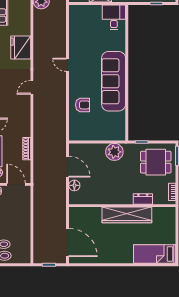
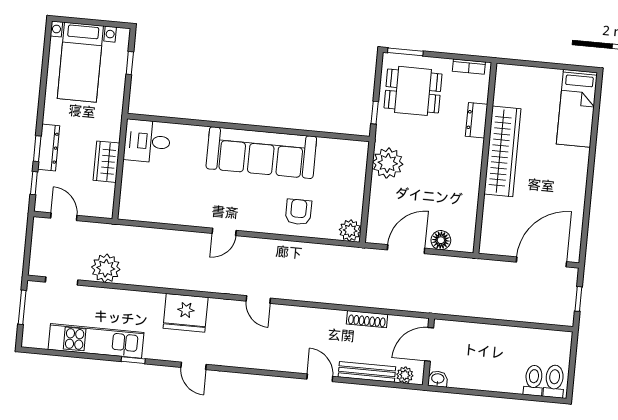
plant: (75, 135) -> (350, 230), added
dining table: (156, 162) -> (413, 91), turned 90

